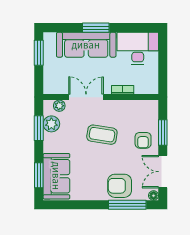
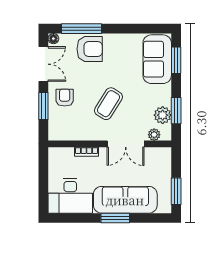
coffee table: (102, 135) -> (108, 104), turned -67

